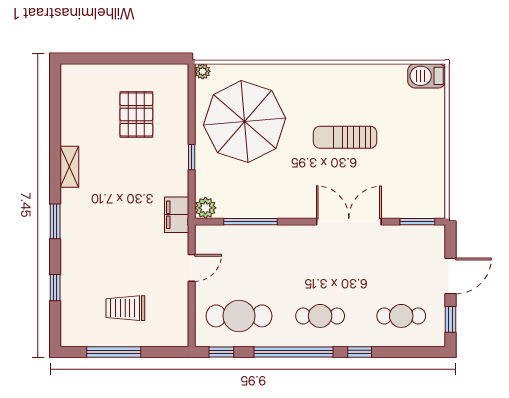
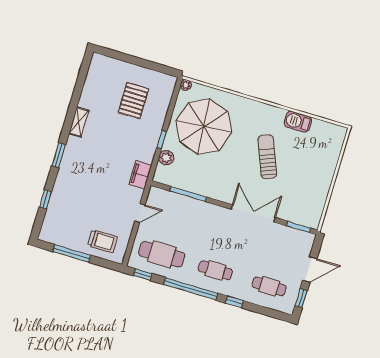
barbecue: (427, 76) -> (298, 122), moved
sun lounger: (345, 137) -> (267, 157), turned 68
plant: (205, 208) -> (166, 158), moved
trolley: (125, 308) -> (102, 241), moved, turned 180

